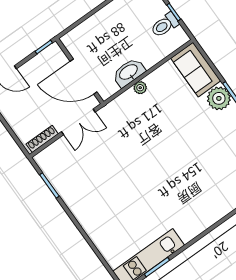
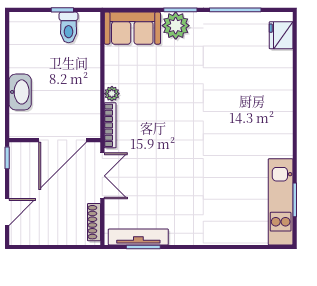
washbasin: (129, 72) -> (20, 92), moved, turned 180
bookcase: (117, 102) -> (110, 125), added
tv unit: (54, 177) -> (138, 237), added

